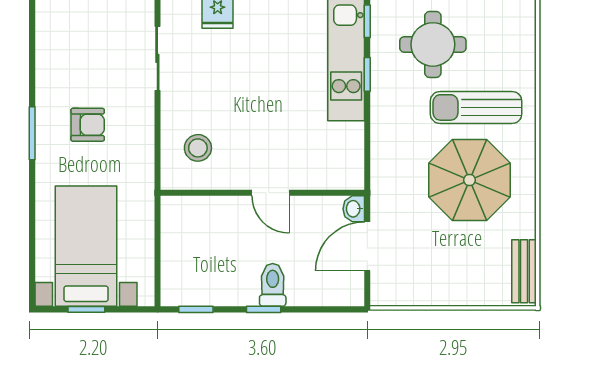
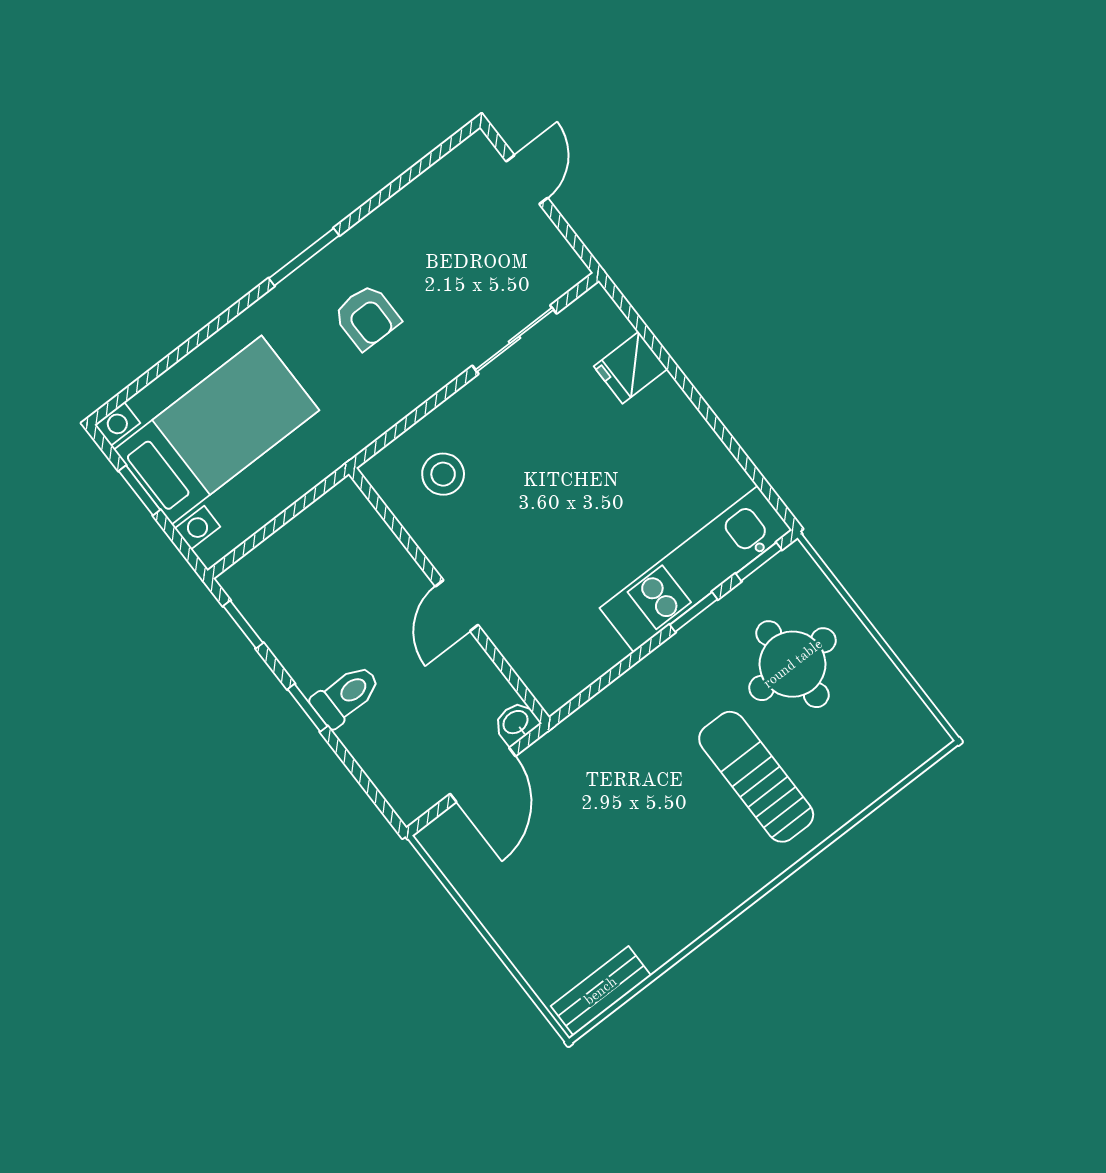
parasol: (470, 180) -> (661, 838), removed
door: (367, 246) -> (483, 775), swing flipped

